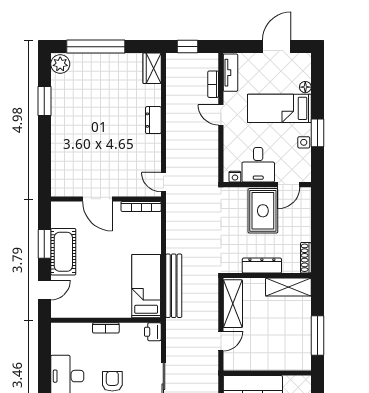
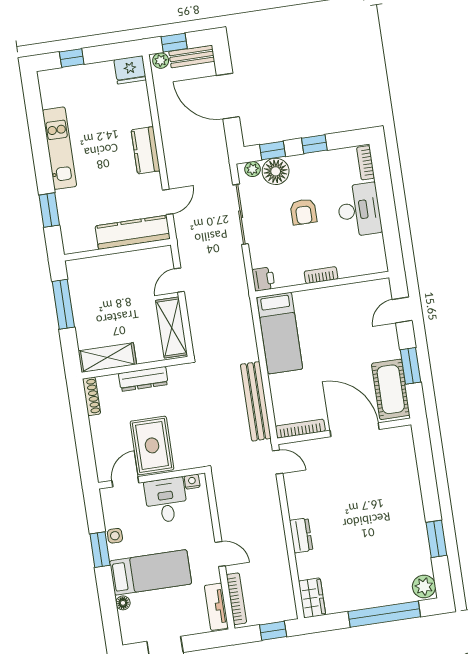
bookcase: (213, 84) -> (236, 599), width x1.56
door: (97, 199) -> (355, 430), width x1.36
cot: (63, 252) -> (391, 389), moved
bench: (174, 286) -> (256, 401), moved

